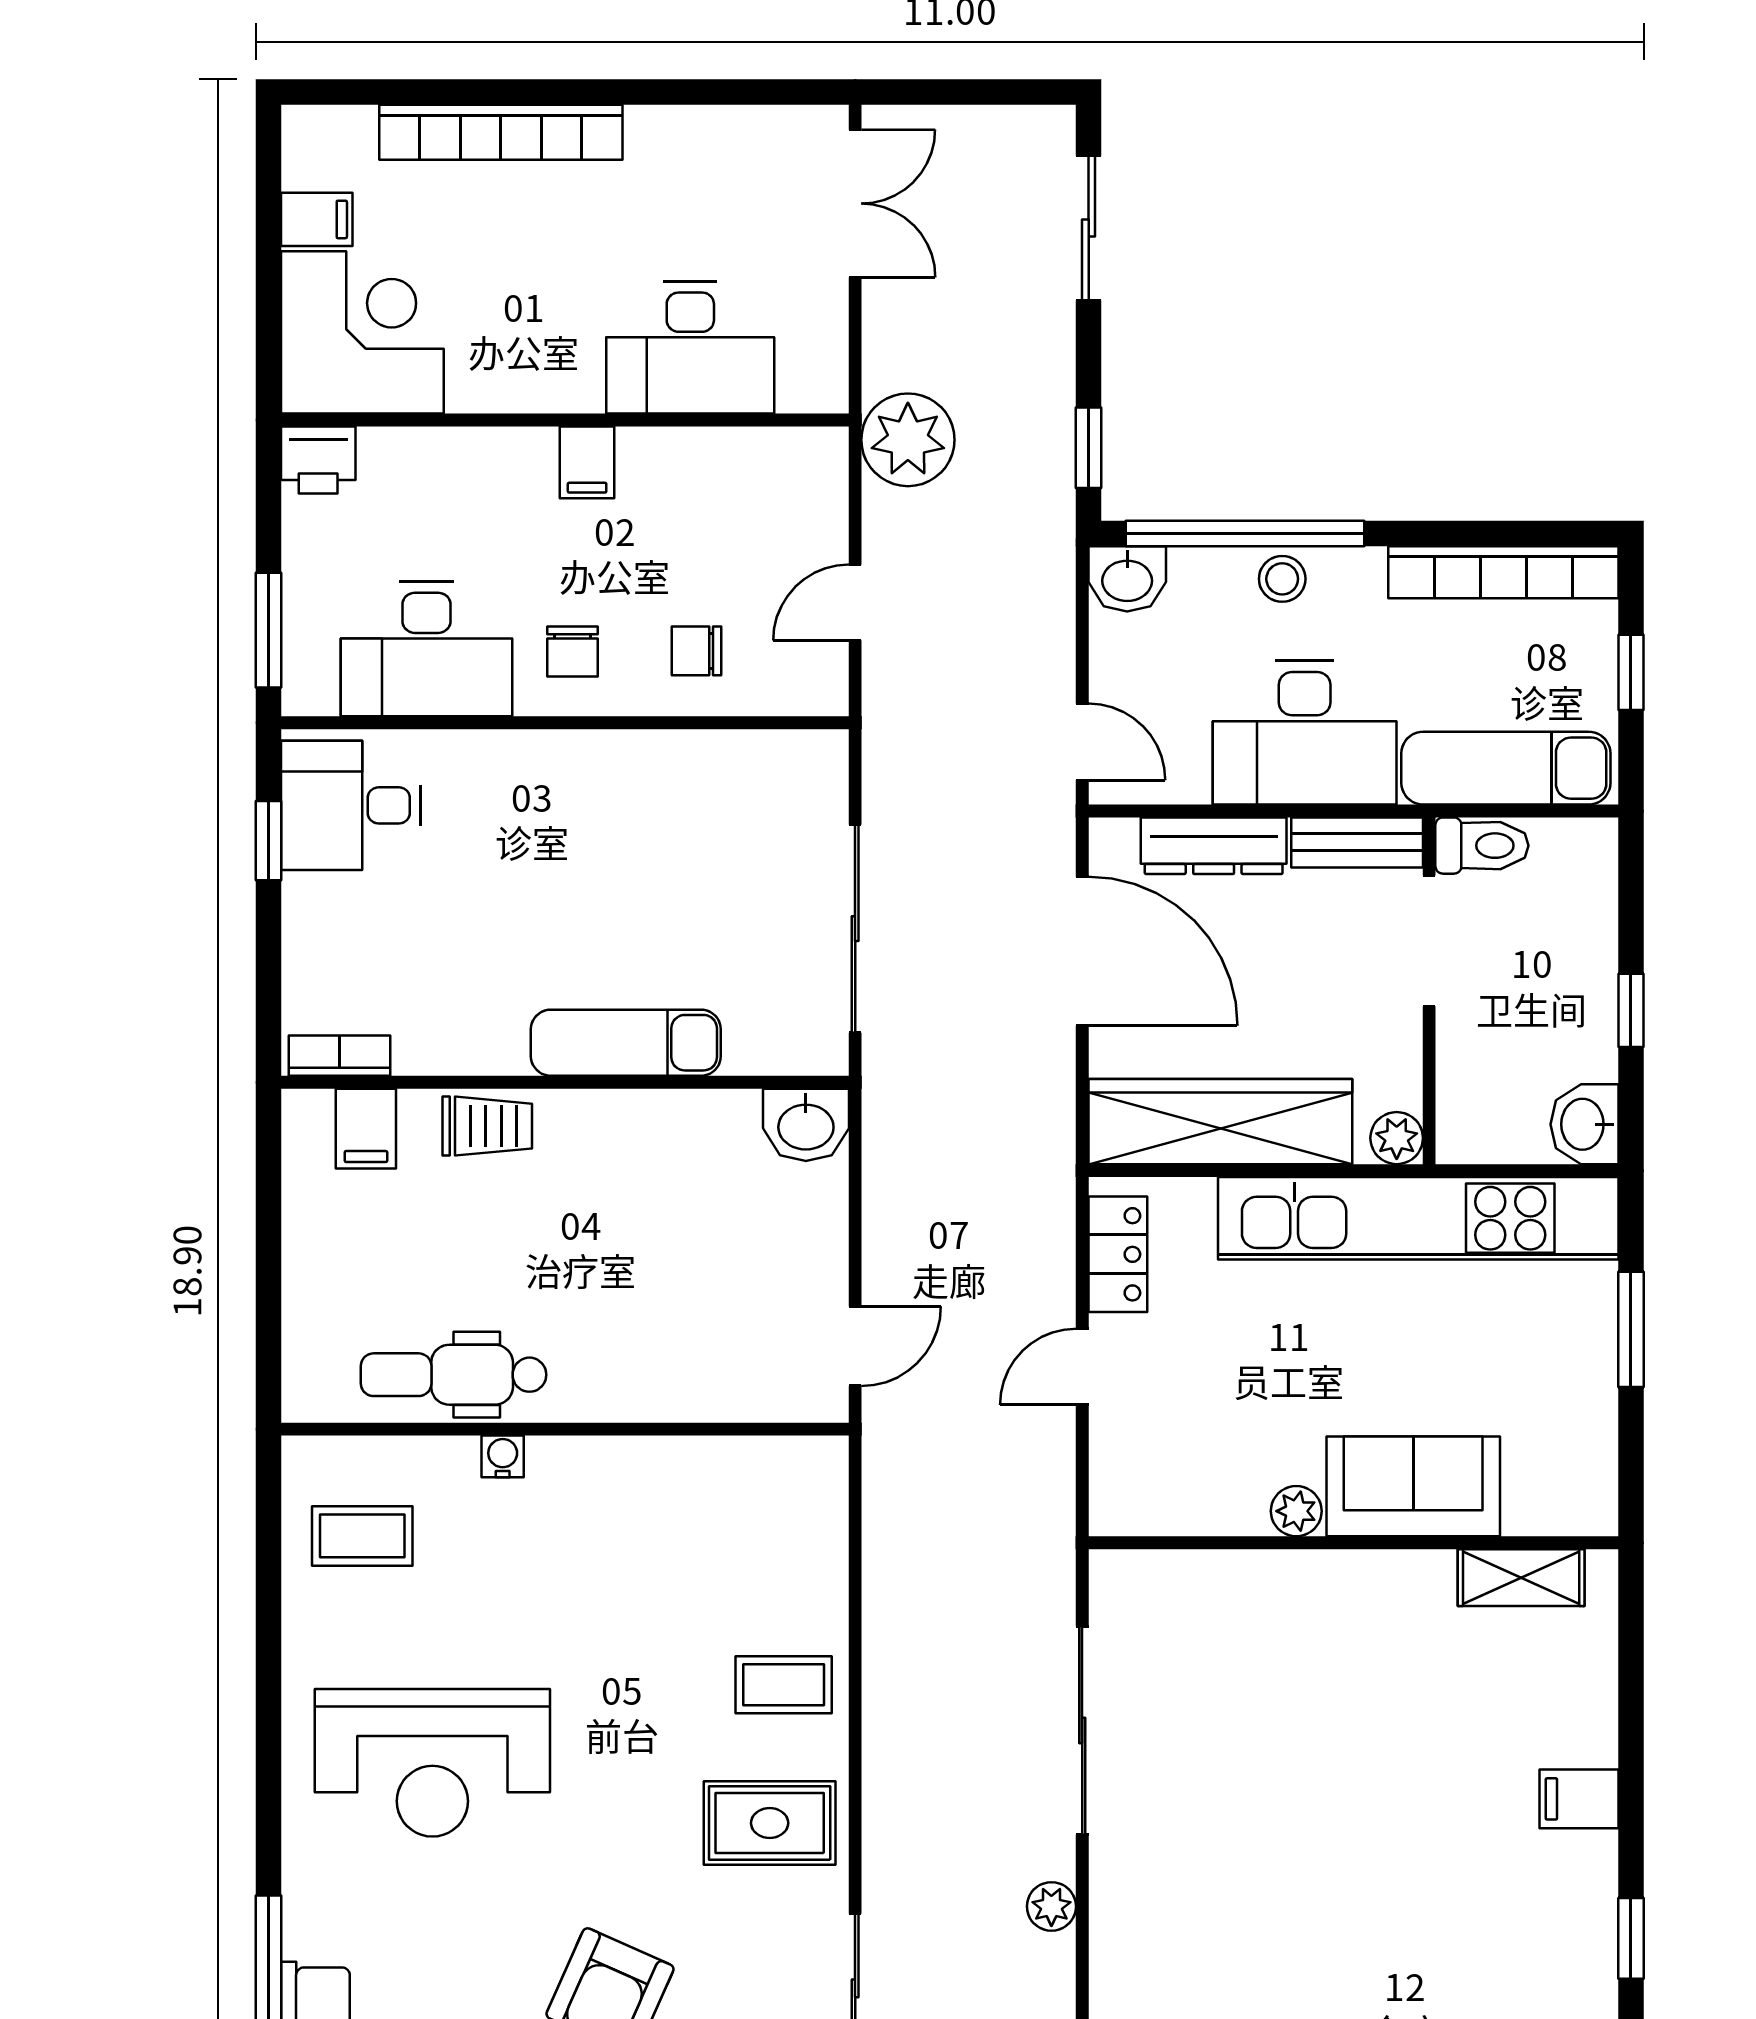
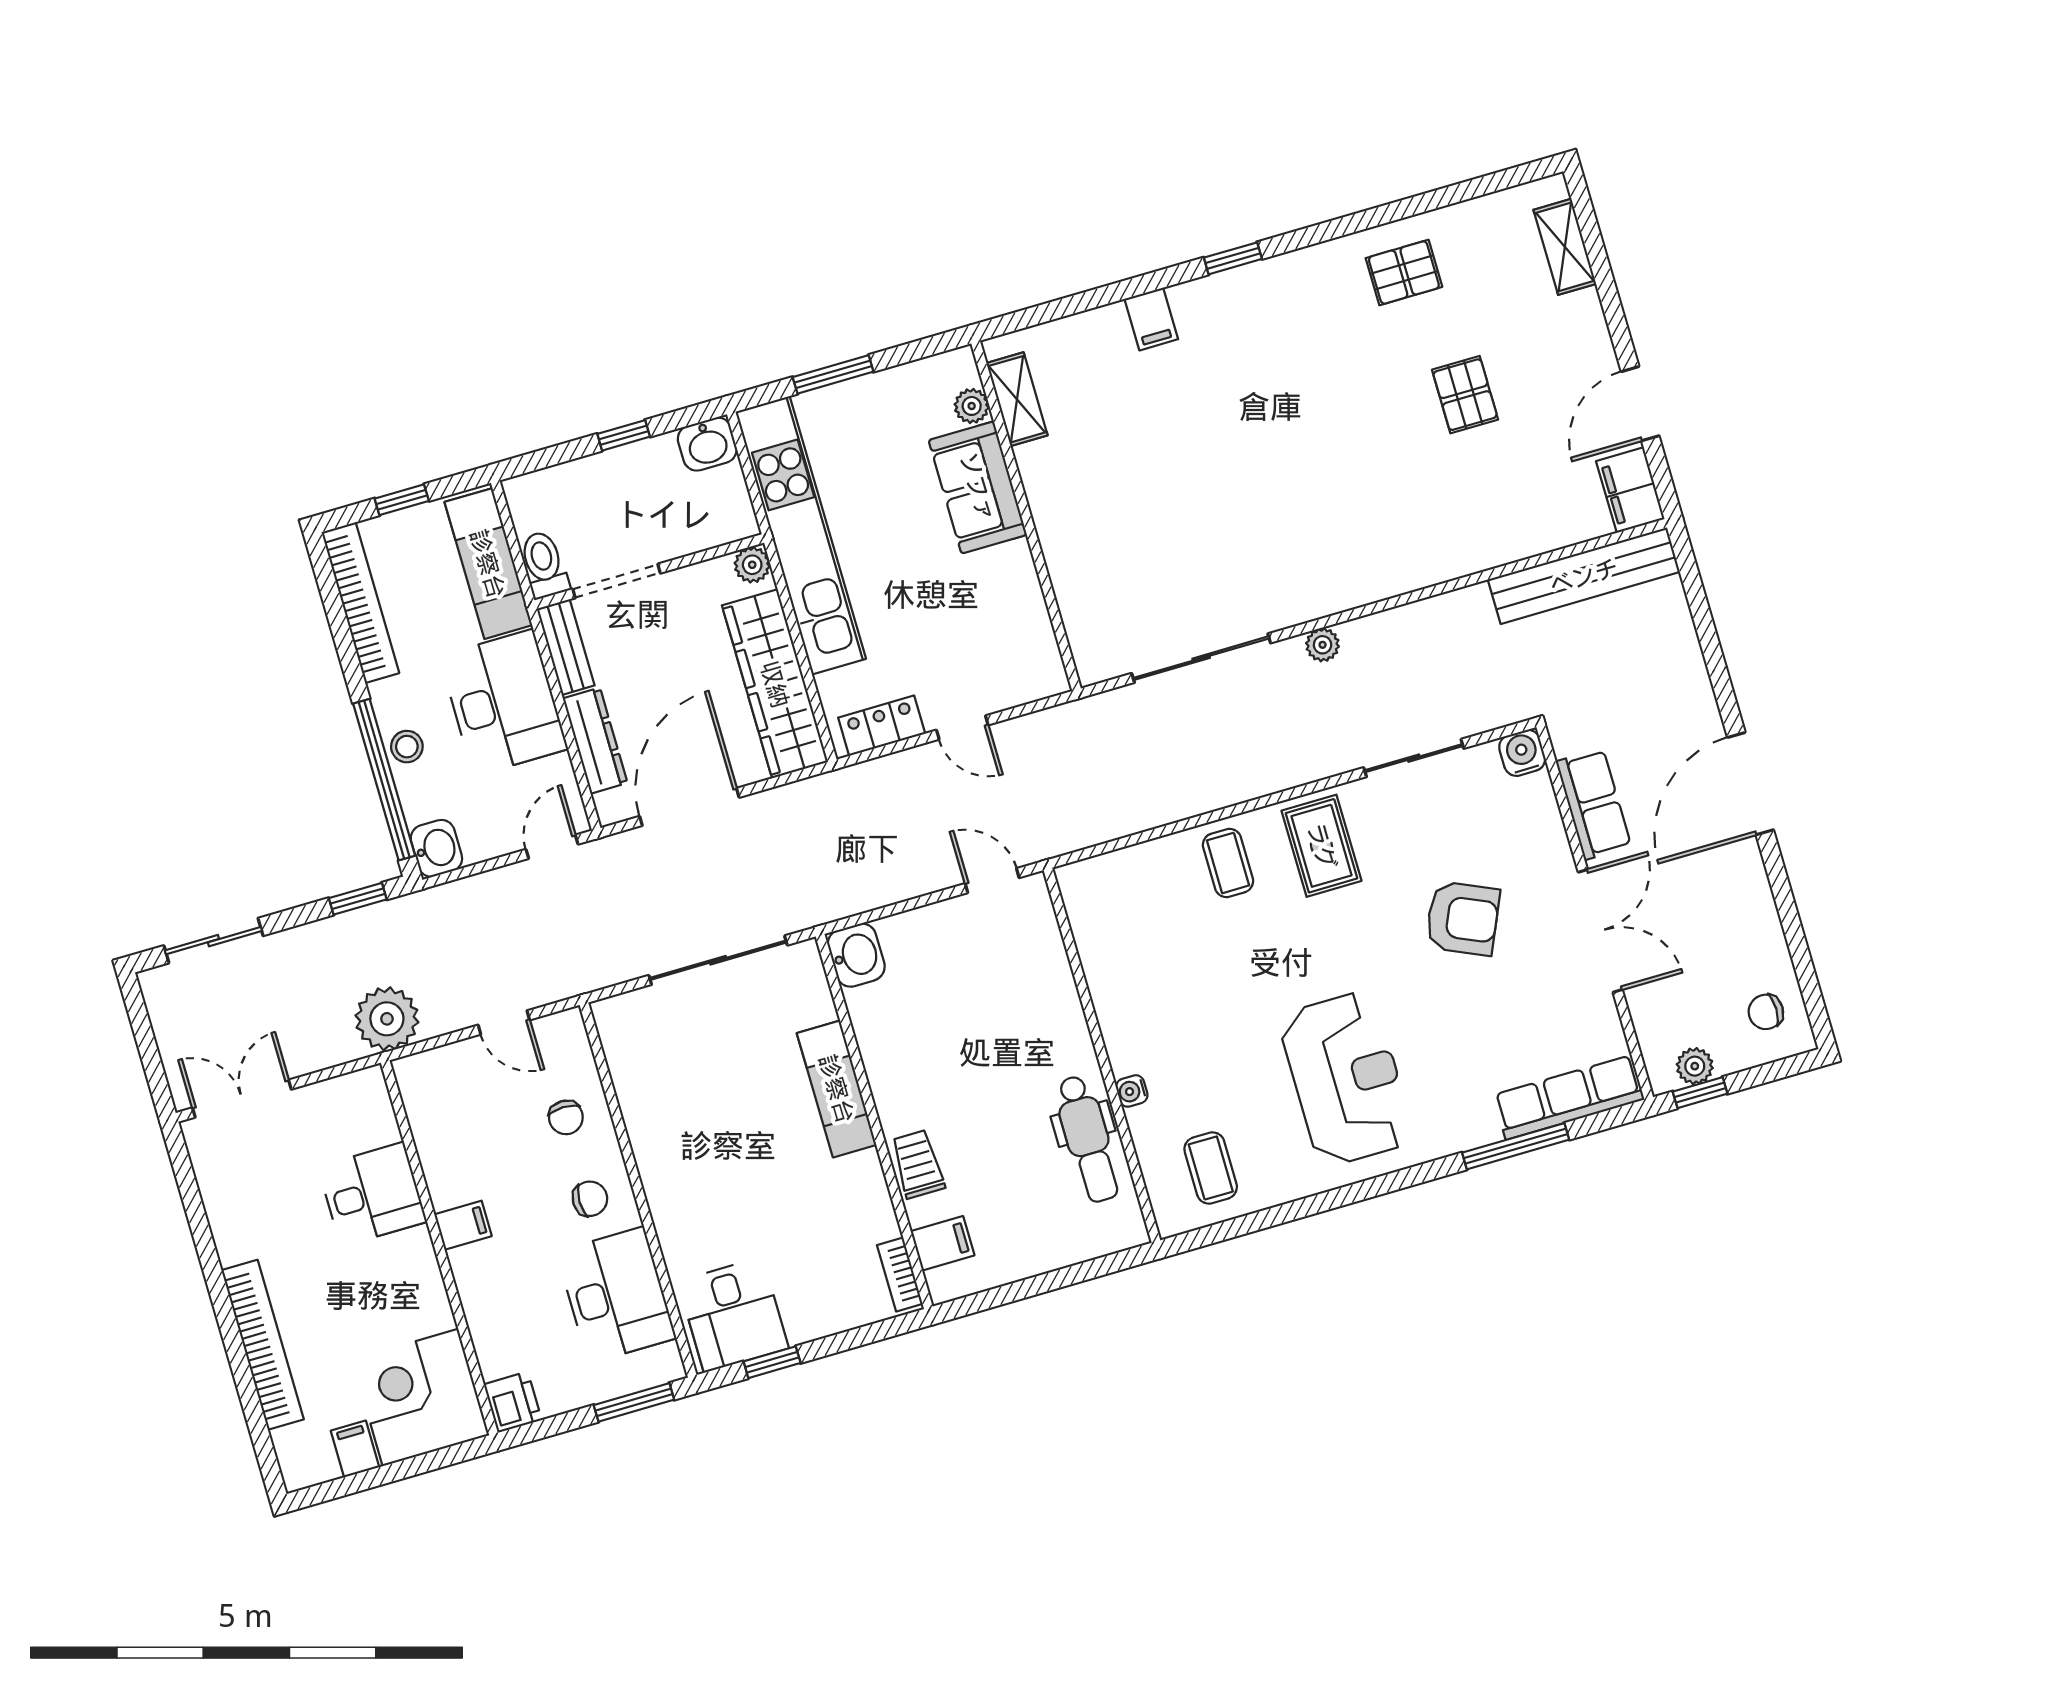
desk: (690, 348) -> (372, 1194), width x0.73
plant: (1296, 1511) -> (972, 406), moved

